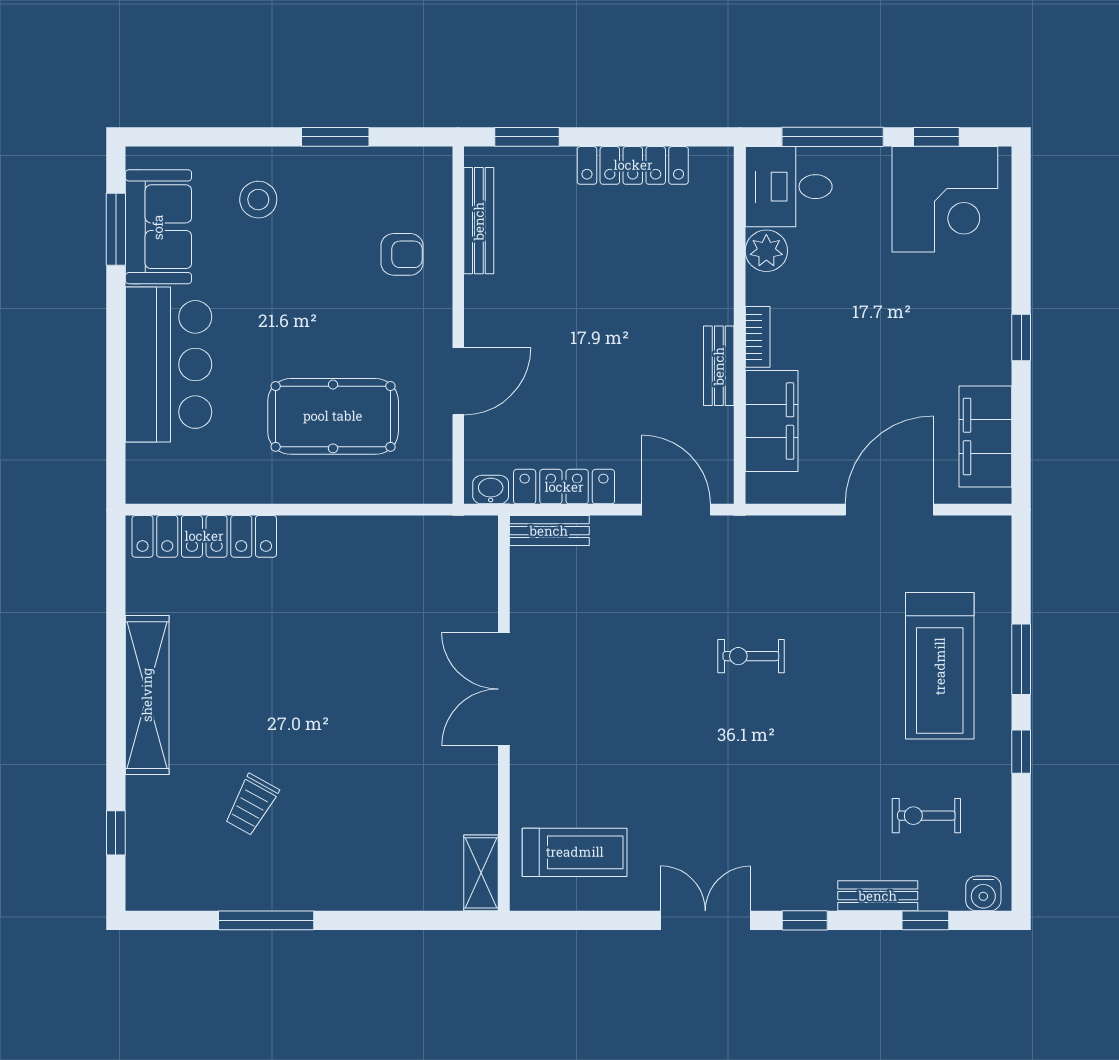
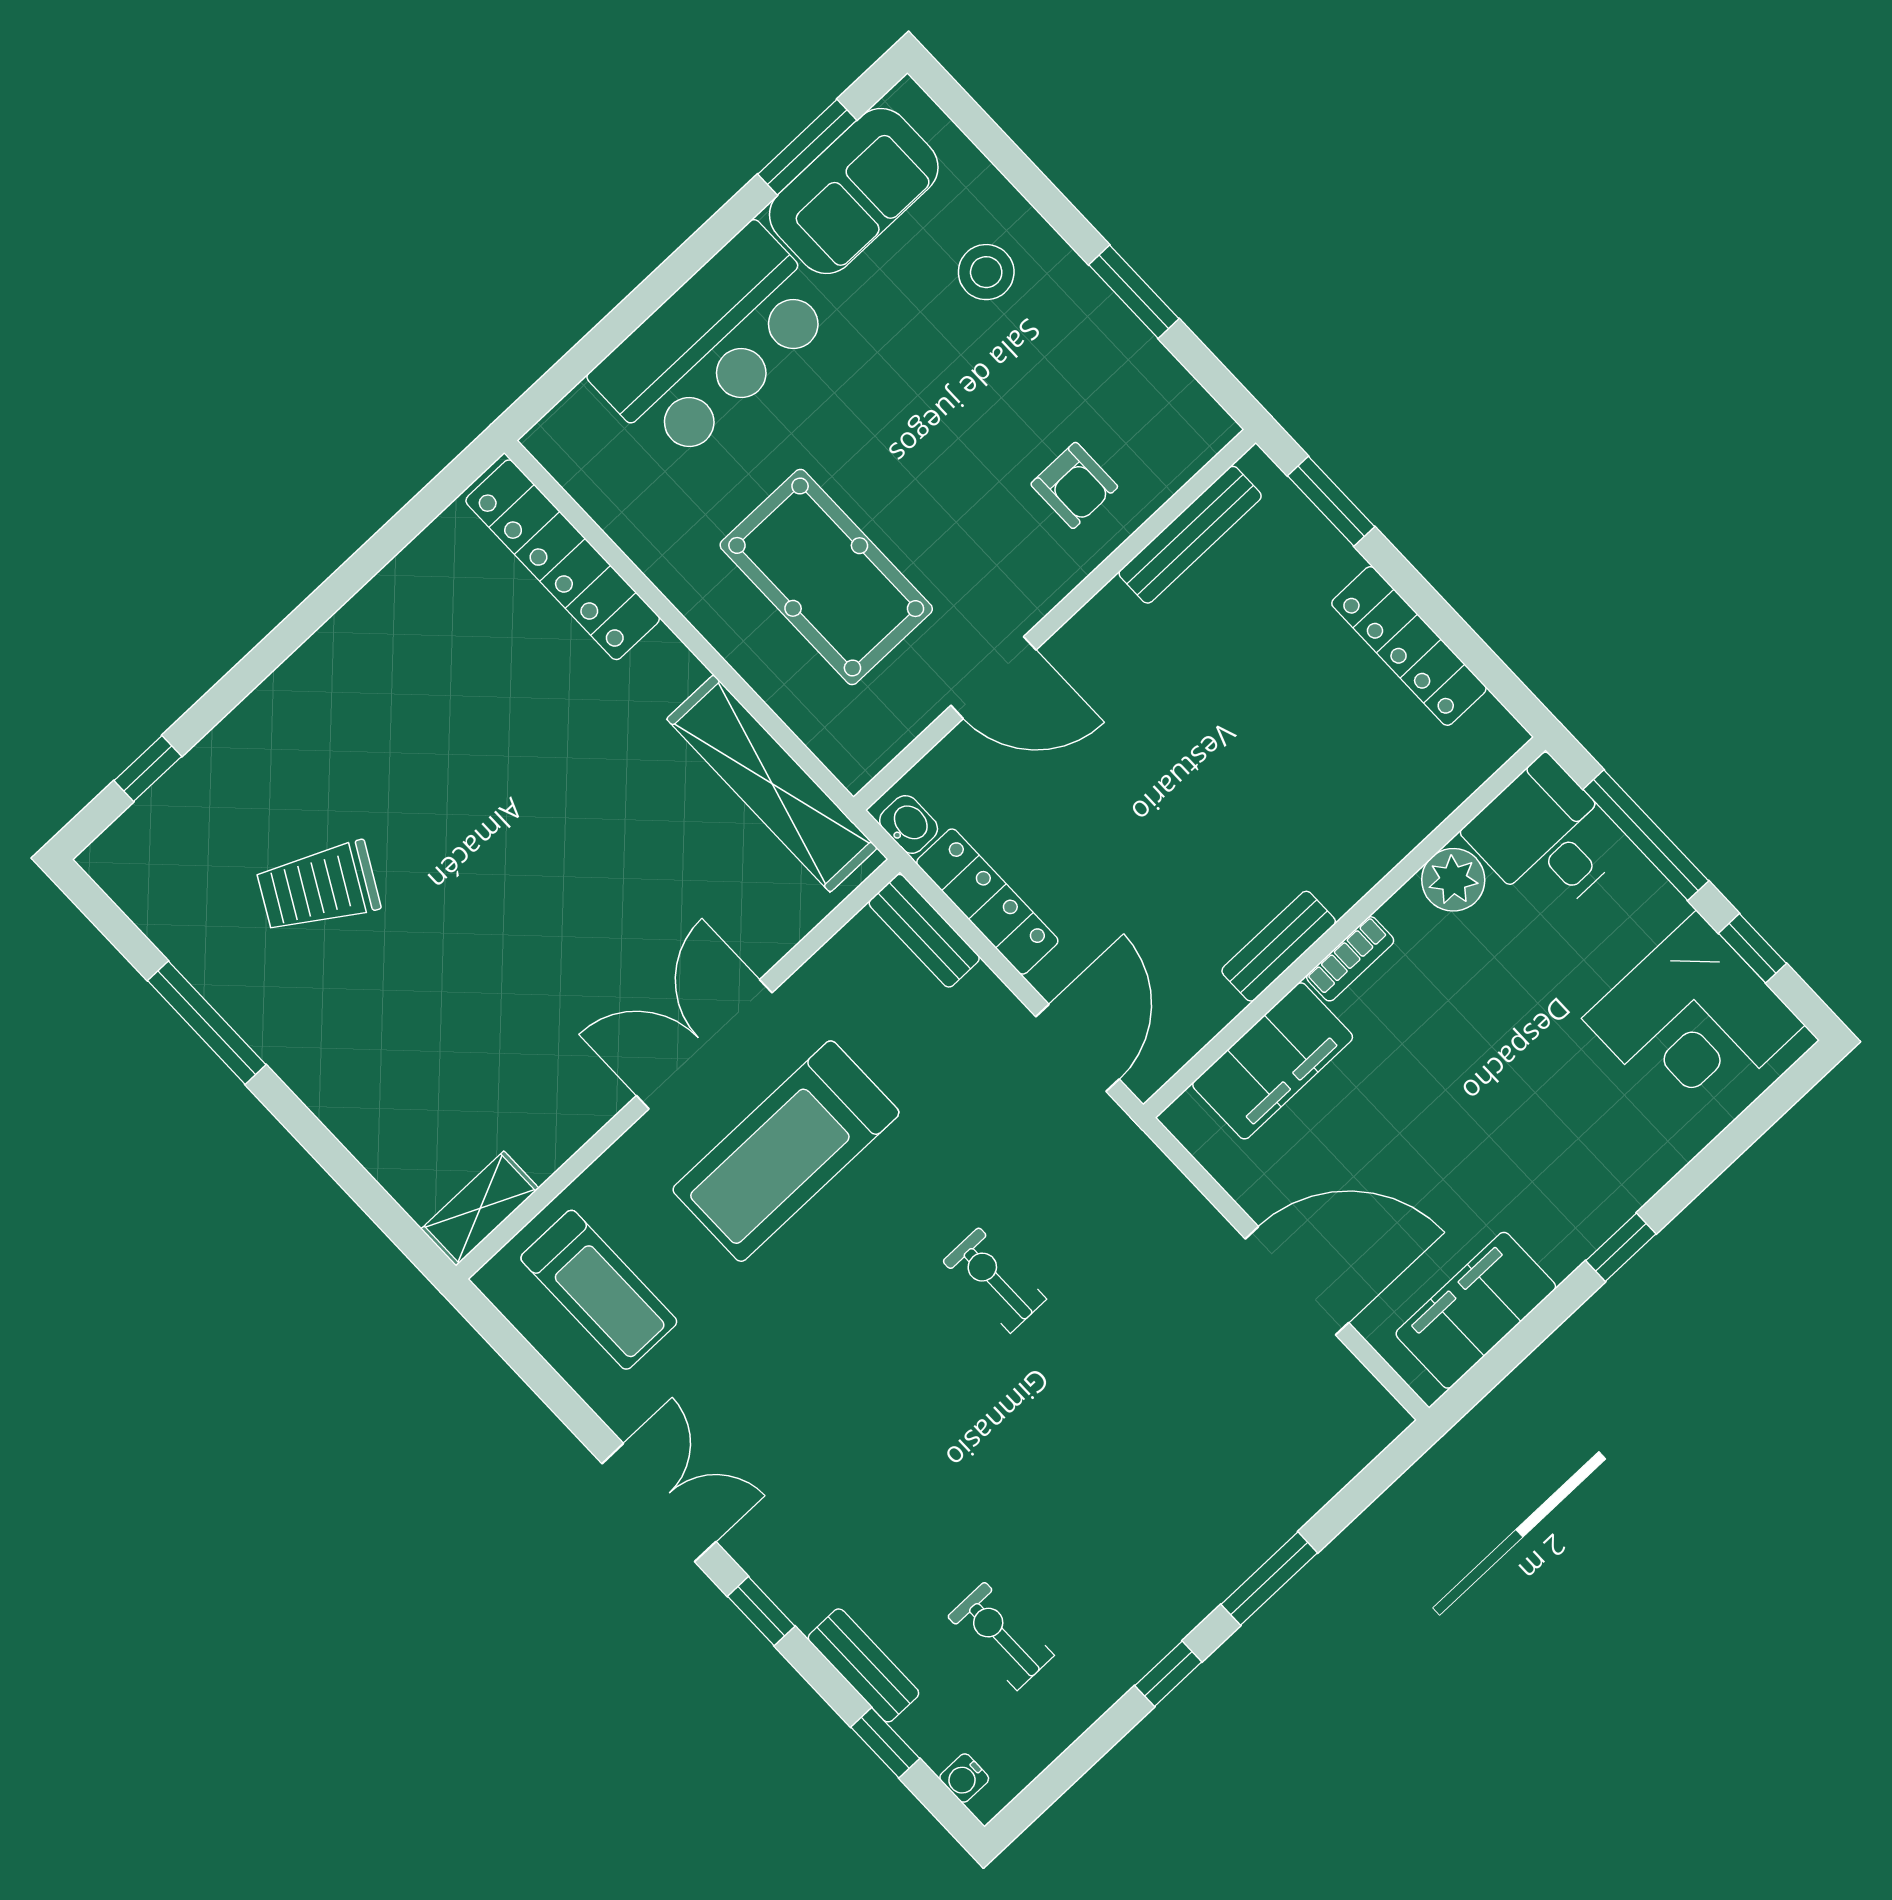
treadmill: (940, 666) -> (786, 1151), moved
shelving: (147, 695) -> (772, 783), moved, turned 90
trolley: (251, 805) -> (318, 887), width x1.36, depth x1.39
water cooler: (983, 893) -> (964, 1778), width x0.72, depth x0.72

